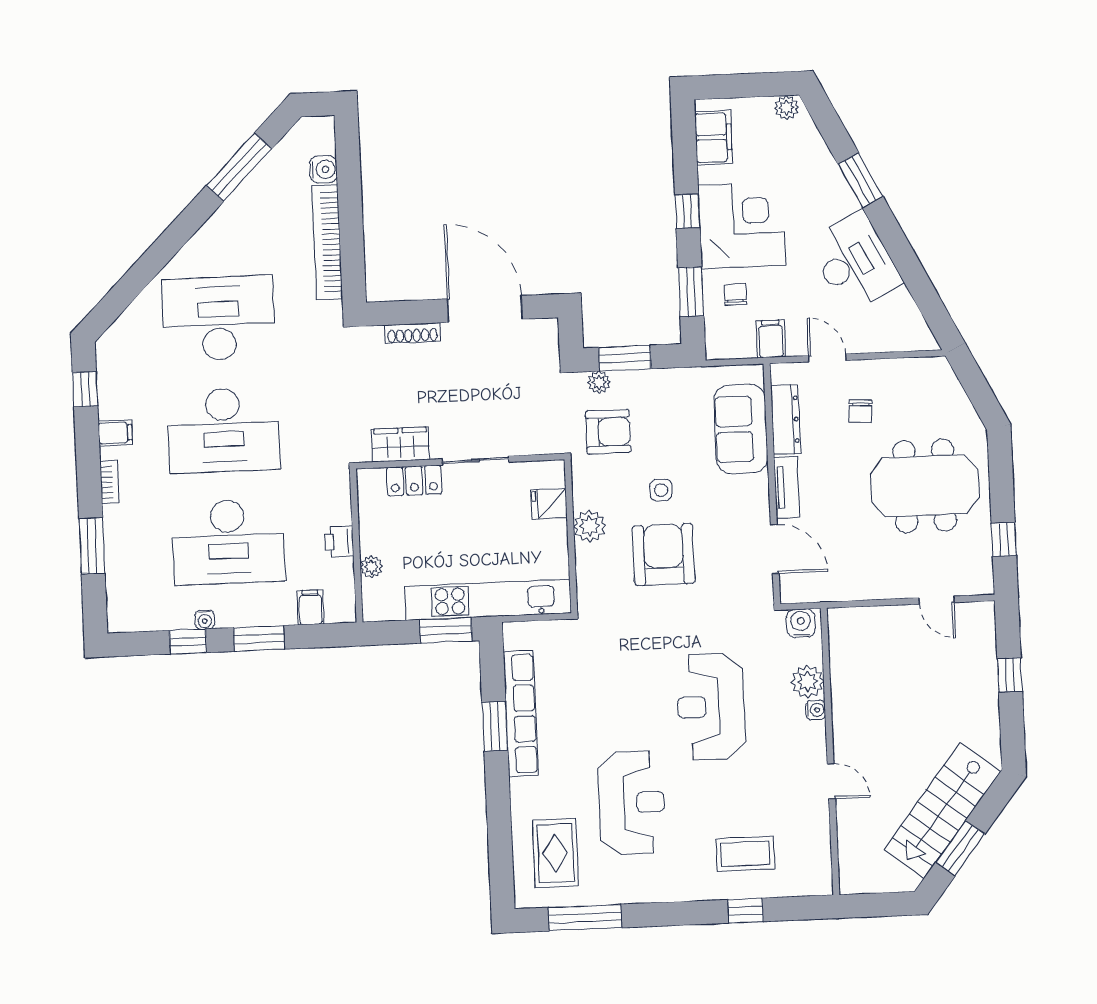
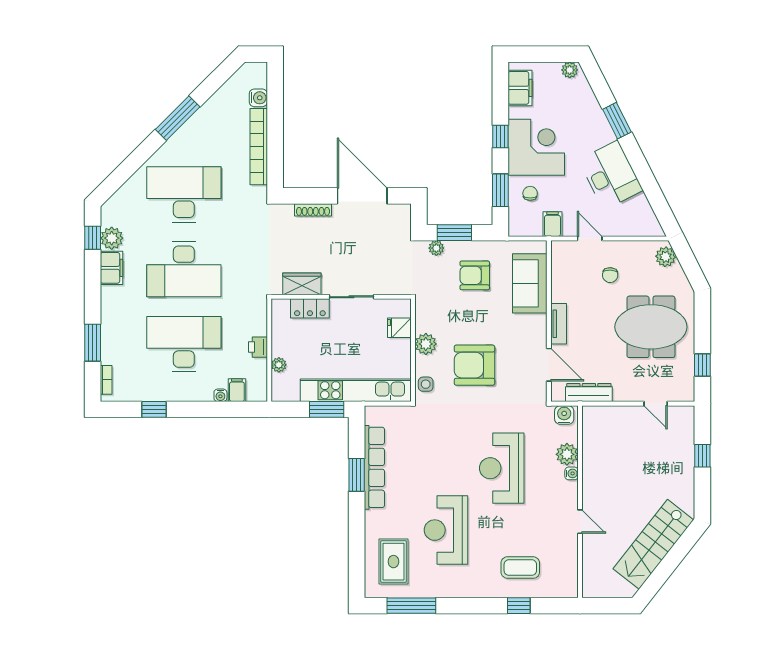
window: (239, 167) -> (178, 118), moved
plant: (942, 380) -> (666, 257), added
plant: (114, 389) -> (112, 238), added
dresser: (786, 420) -> (589, 393), moved, turned -90
armchair: (608, 432) -> (475, 275), moved, turned 180
filing cabinet: (115, 433) -> (112, 268), width x2.00
bookcase: (109, 482) -> (106, 380), moved
side table: (661, 490) -> (426, 384), moved
desk: (228, 542) -> (184, 344), turned 180
armchair: (664, 555) -> (474, 365), turned -90
water cooler: (205, 620) -> (220, 395), moved
window: (259, 638) -> (202, 409), removed
reception desk: (632, 803) -> (446, 530), turned 180
window: (960, 848) -> (664, 570), removed

